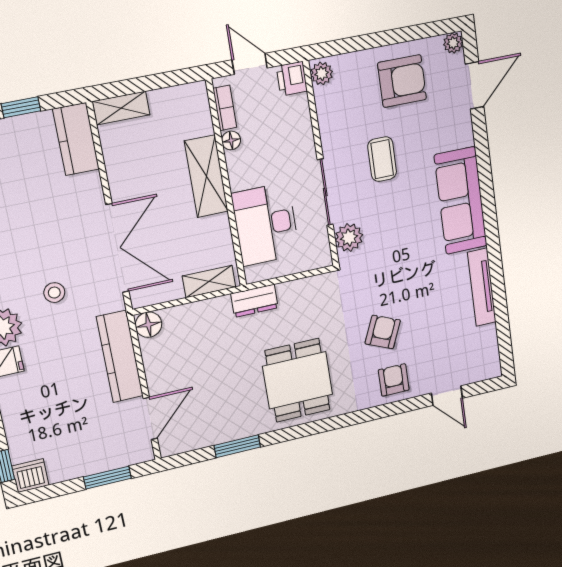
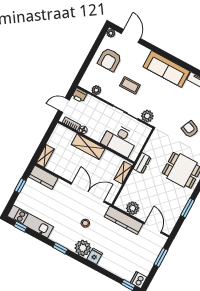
plant: (322, 73) -> (96, 90), moved
armchair: (402, 81) -> (110, 60), turned 180
floor lamp: (148, 325) -> (121, 203), removed
plant: (157, 353) -> (133, 208), added

